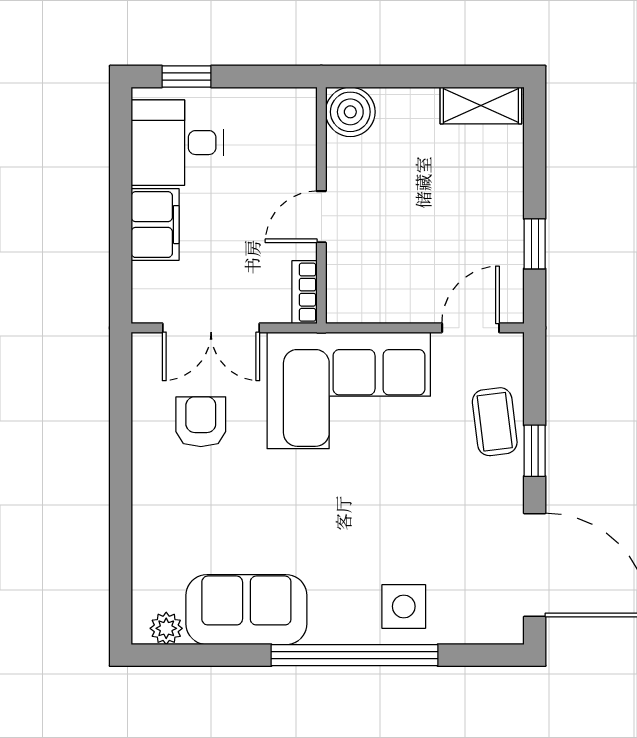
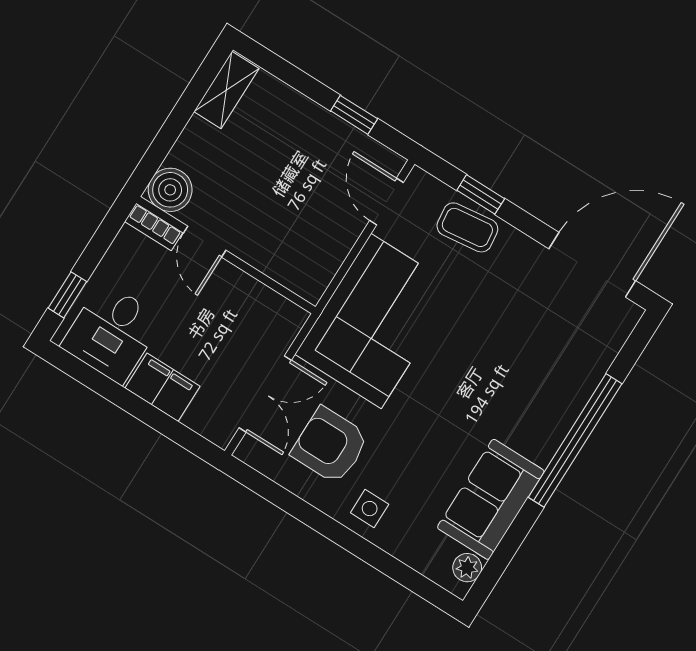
door: (321, 217) -> (205, 242), moved
bookcase: (304, 292) -> (154, 227), moved
armchair: (201, 422) -> (330, 445), width x1.38, depth x1.38
window: (535, 451) -> (481, 194), moved
side table: (404, 606) -> (370, 509), moved, width x0.73, depth x0.73

